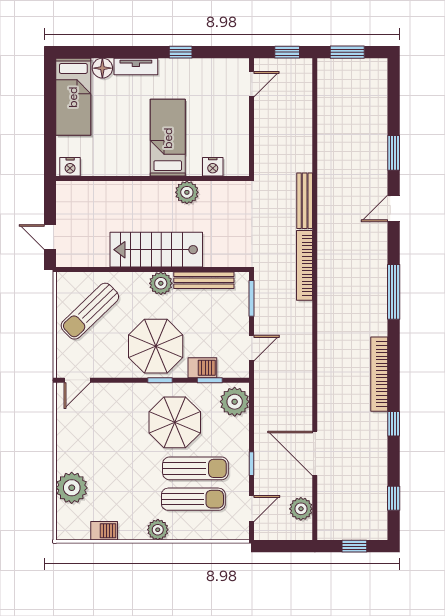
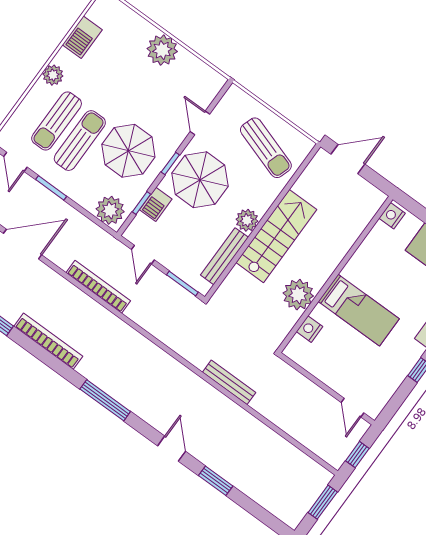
plant: (187, 192) -> (298, 295), width x1.36, depth x1.36
door: (50, 237) -> (348, 159), width x1.38
bookcase: (305, 265) -> (98, 287), moved
sun lounger: (90, 311) -> (266, 148), turned 152
door: (77, 380) -> (200, 123), moved
window: (252, 464) -> (51, 188), width x1.50
sun lounger: (195, 468) -> (80, 141), turned 180
plant: (72, 488) -> (162, 50), moved
barbecue: (104, 531) -> (82, 37), width x1.38, depth x1.27

